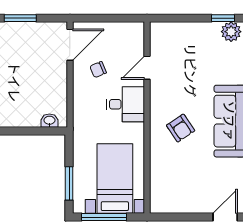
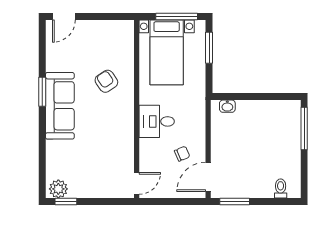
window: (20, 18) -> (235, 202), moved
door: (147, 68) -> (137, 183), moved
armchair: (181, 128) -> (106, 81), moved

